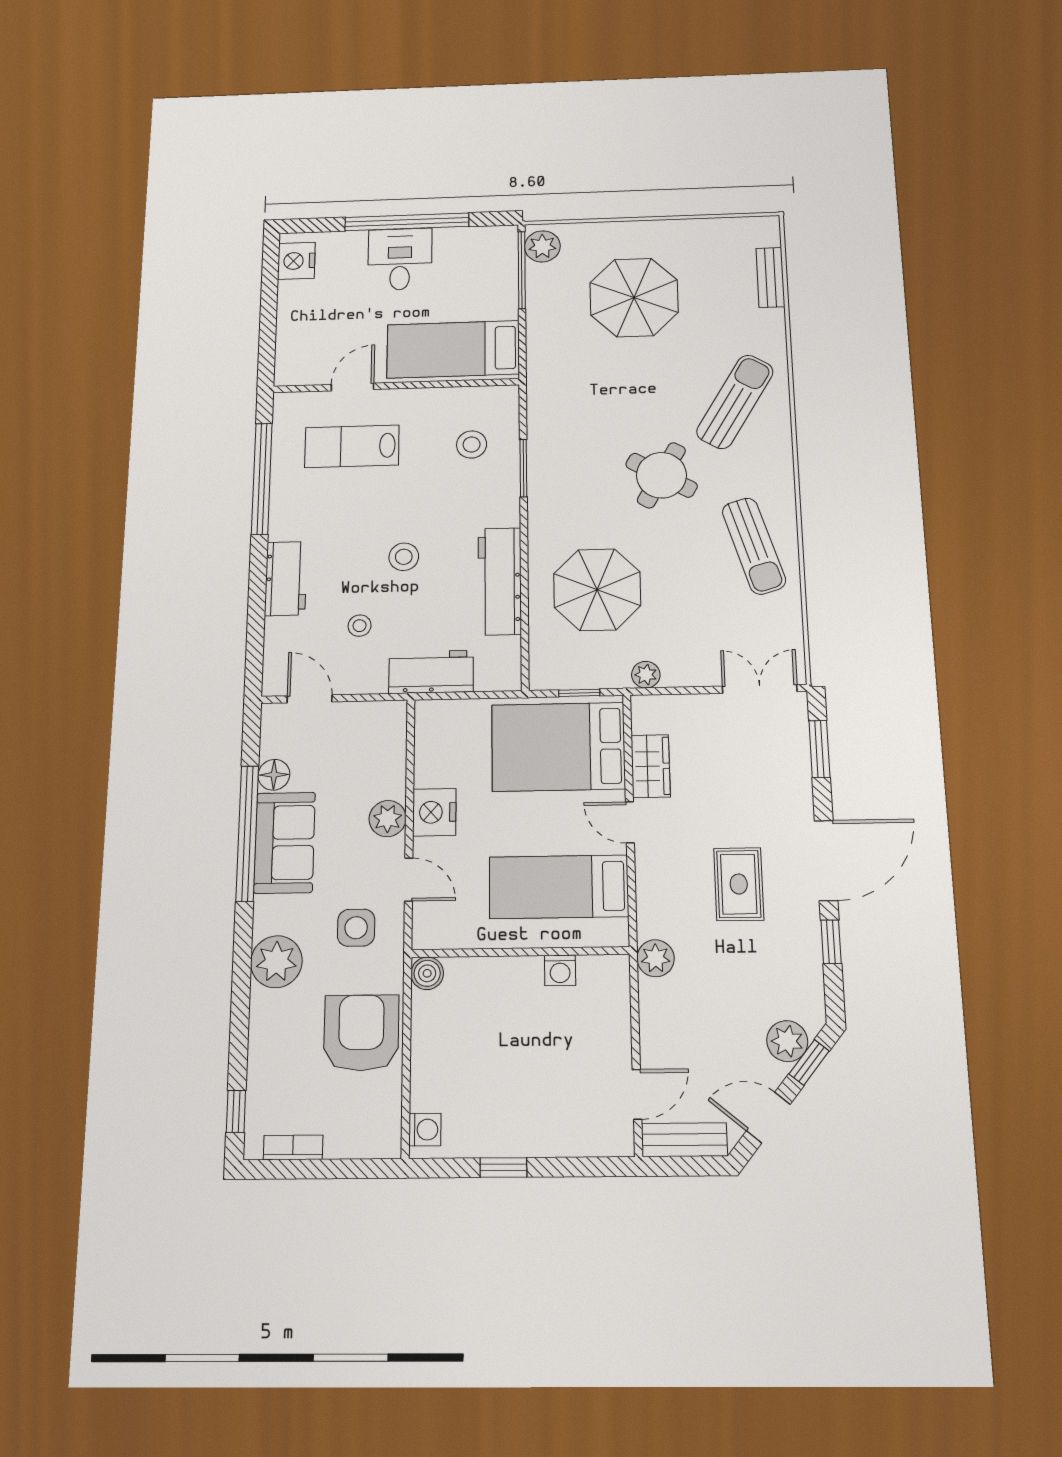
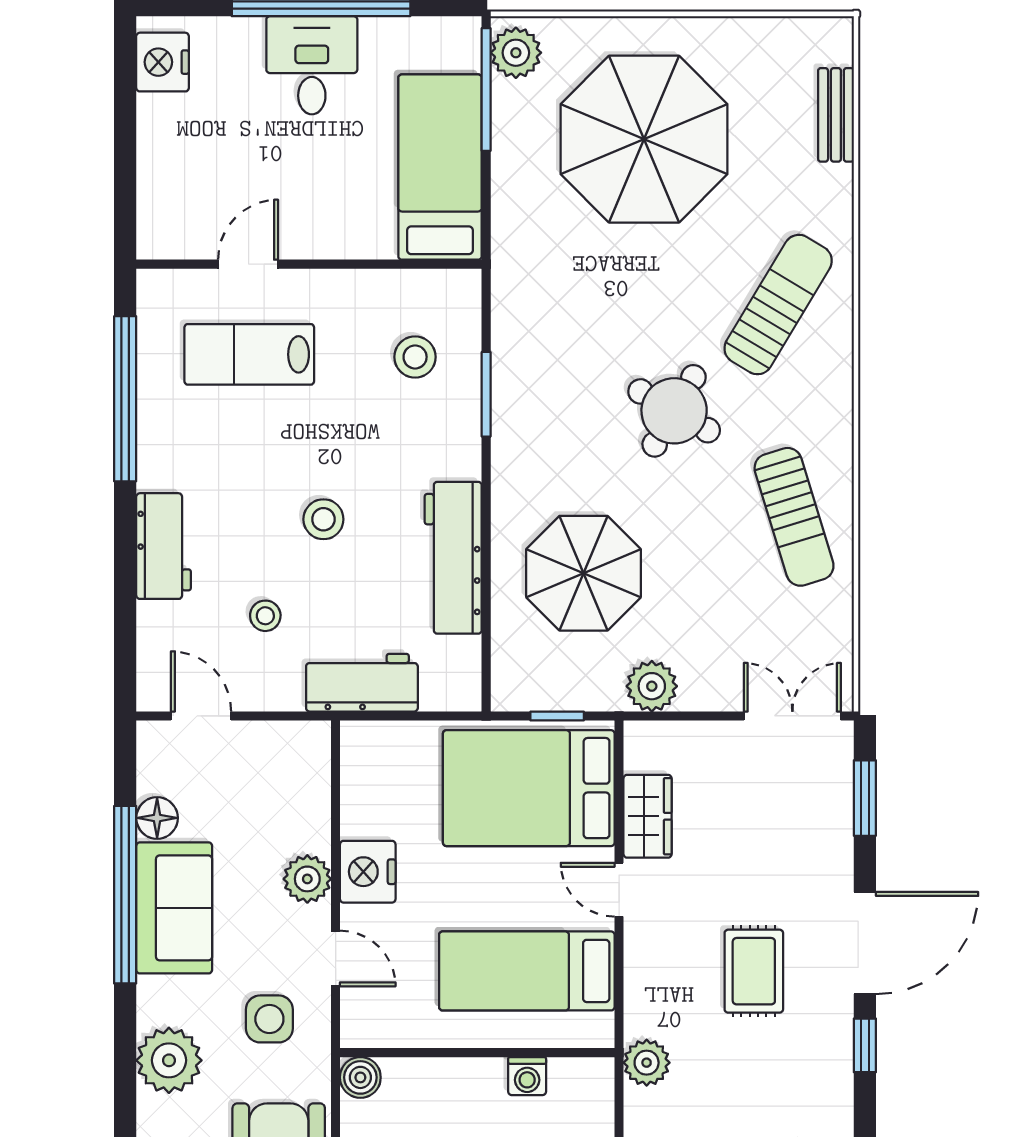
parasol: (634, 297) -> (644, 139), width x1.36, depth x1.36
bed: (453, 349) -> (440, 167), moved, turned 90
plant: (646, 675) -> (652, 686), width x1.38, depth x1.38

